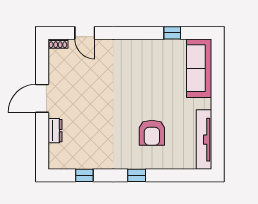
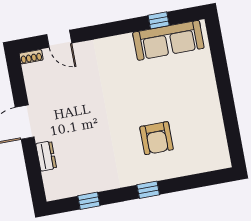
sofa: (199, 68) -> (168, 40), moved, turned -90
tv unit: (204, 140) -> (217, 135), removed

